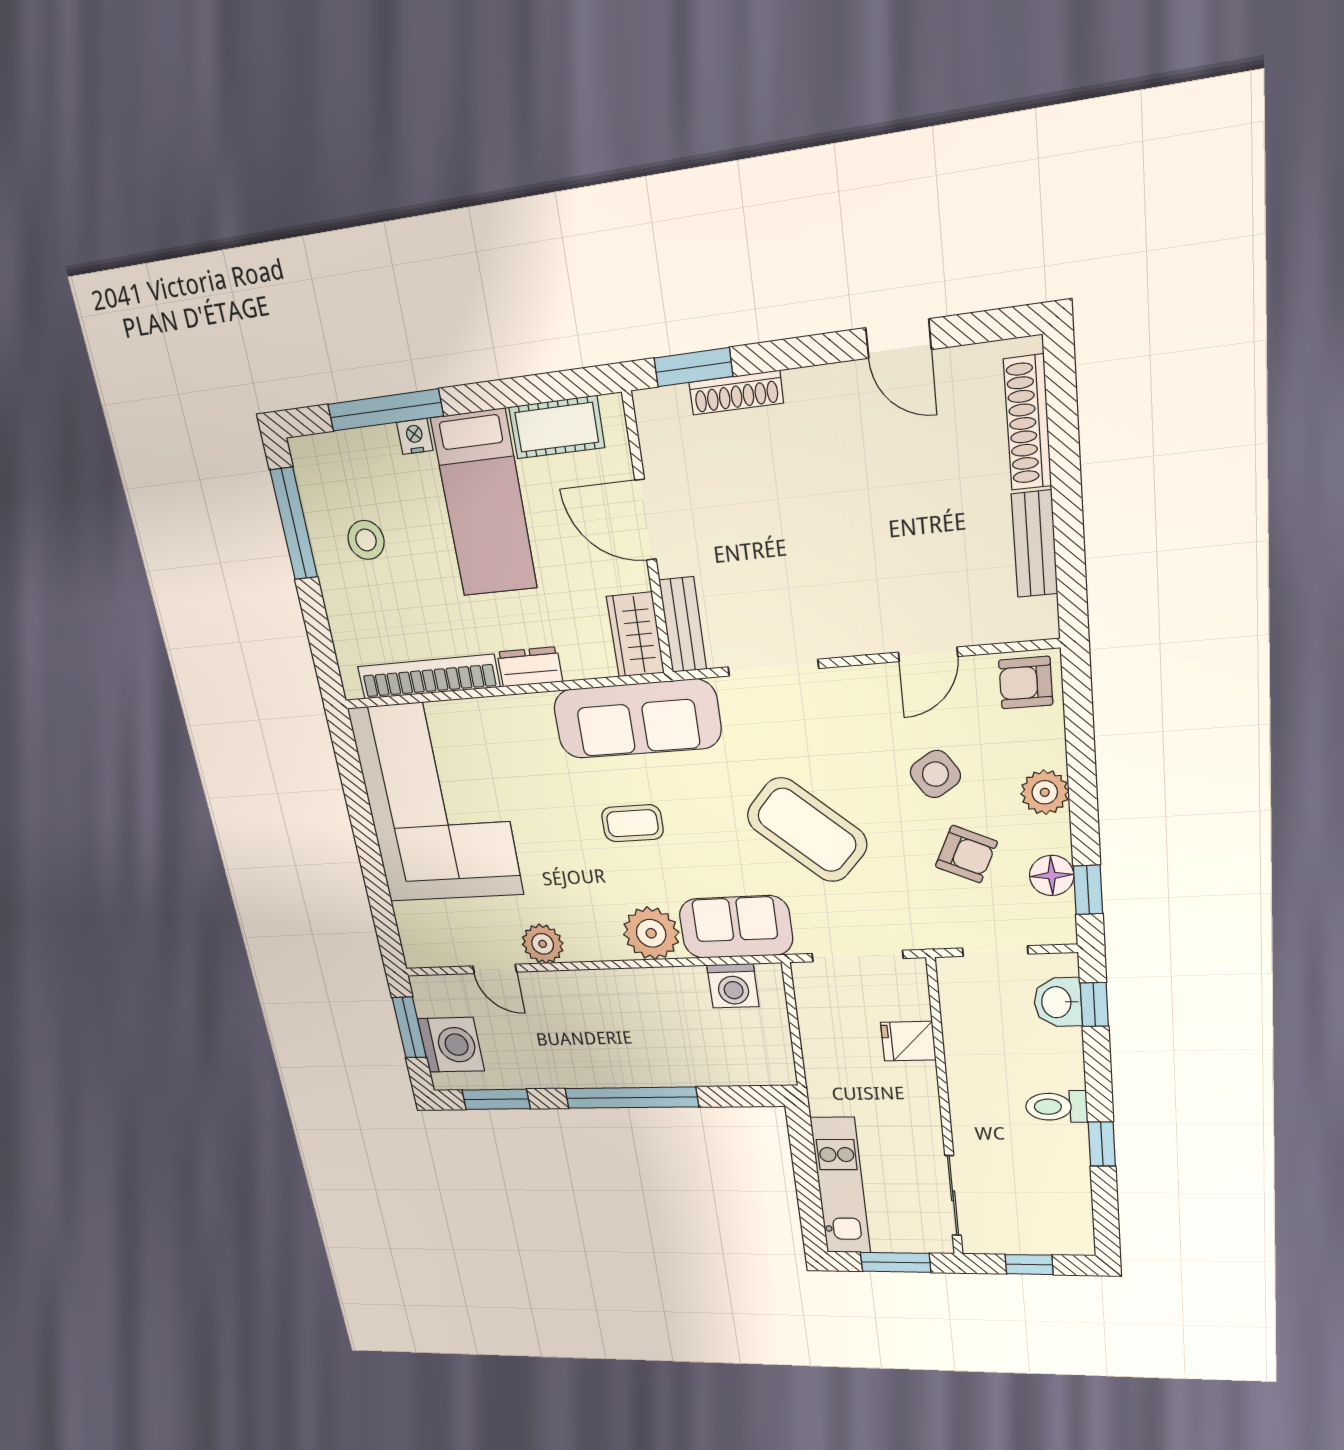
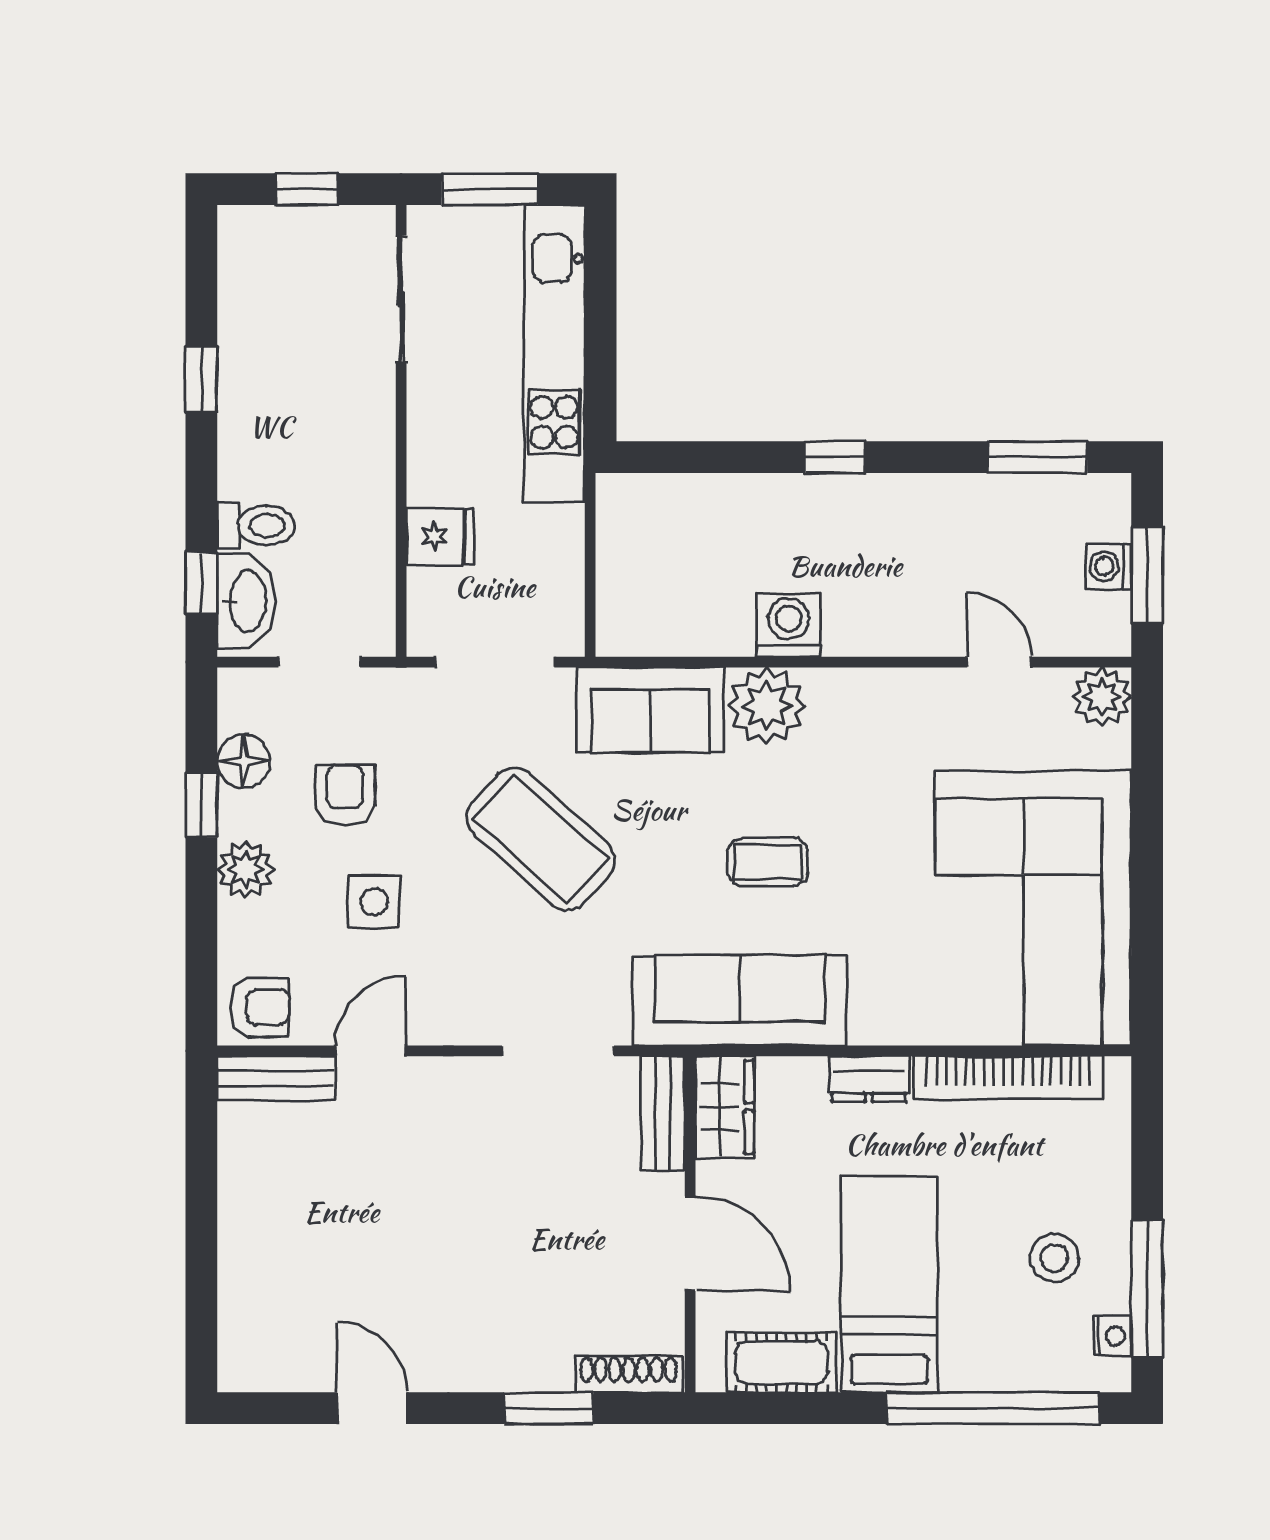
window: (693, 367) -> (549, 1408), moved
shoe rack: (736, 393) -> (629, 1374), moved
window: (385, 410) -> (993, 1408), width x1.46
shoe rack: (1028, 423) -> (239, 1302), removed
nightstand: (415, 436) -> (1112, 1336), moved, turned -90
bench: (1035, 544) -> (276, 1079), moved, turned 90
side table: (935, 774) -> (374, 902), turned 33
armchair: (966, 854) -> (345, 795), turned 65
window: (1088, 890) -> (201, 805), moved
plant: (543, 944) -> (1102, 697), moved
washing machine: (733, 986) -> (789, 625), moved
washbasin: (1058, 1002) -> (246, 601), width x1.38
washing machine: (451, 1045) -> (1109, 566), width x0.53, depth x0.53
window: (631, 1098) -> (835, 457), width x0.32
toilet: (1056, 1107) -> (256, 526), moved
kitchen unit: (841, 1186) -> (554, 354), width x1.36

